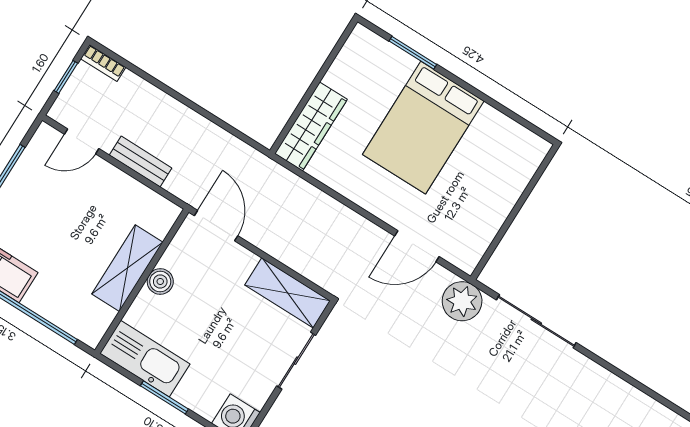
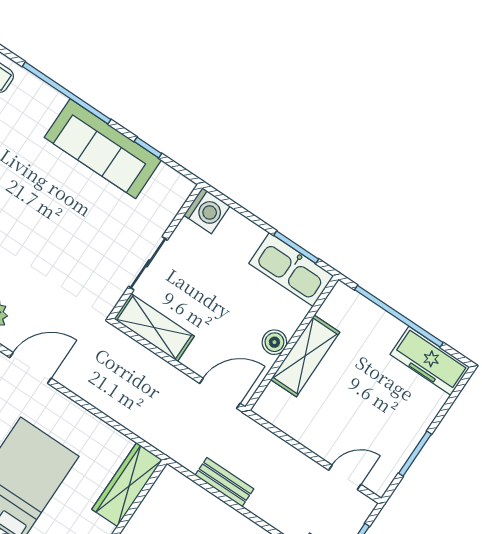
bench: (141, 162) -> (224, 482), moved
door: (216, 226) -> (220, 393), swing flipped
window: (164, 397) -> (296, 247), moved

